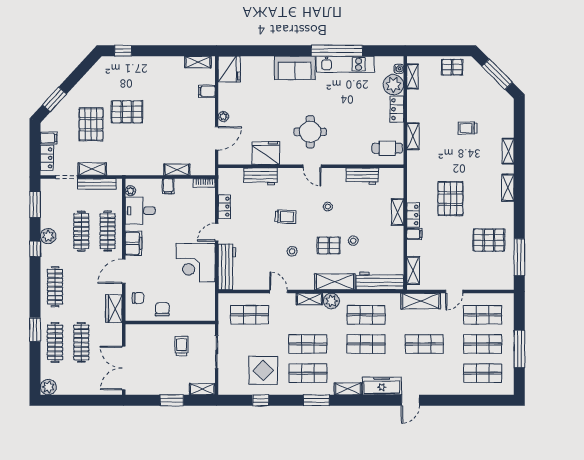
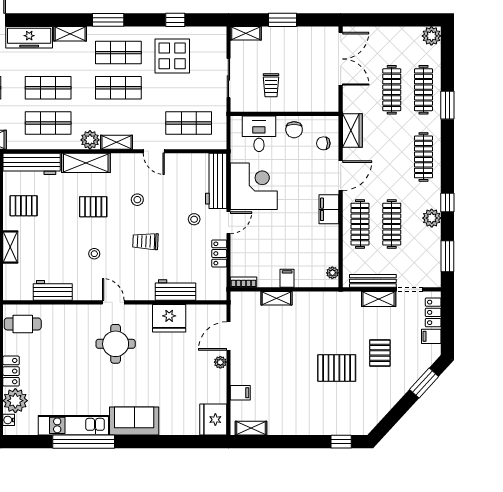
pallet: (91, 124) -> (380, 353), width x0.67, depth x0.71
desk: (140, 211) -> (259, 134), moved, turned -90
stool: (353, 241) -> (194, 219), moved
pallet: (386, 246) -> (24, 206), added

